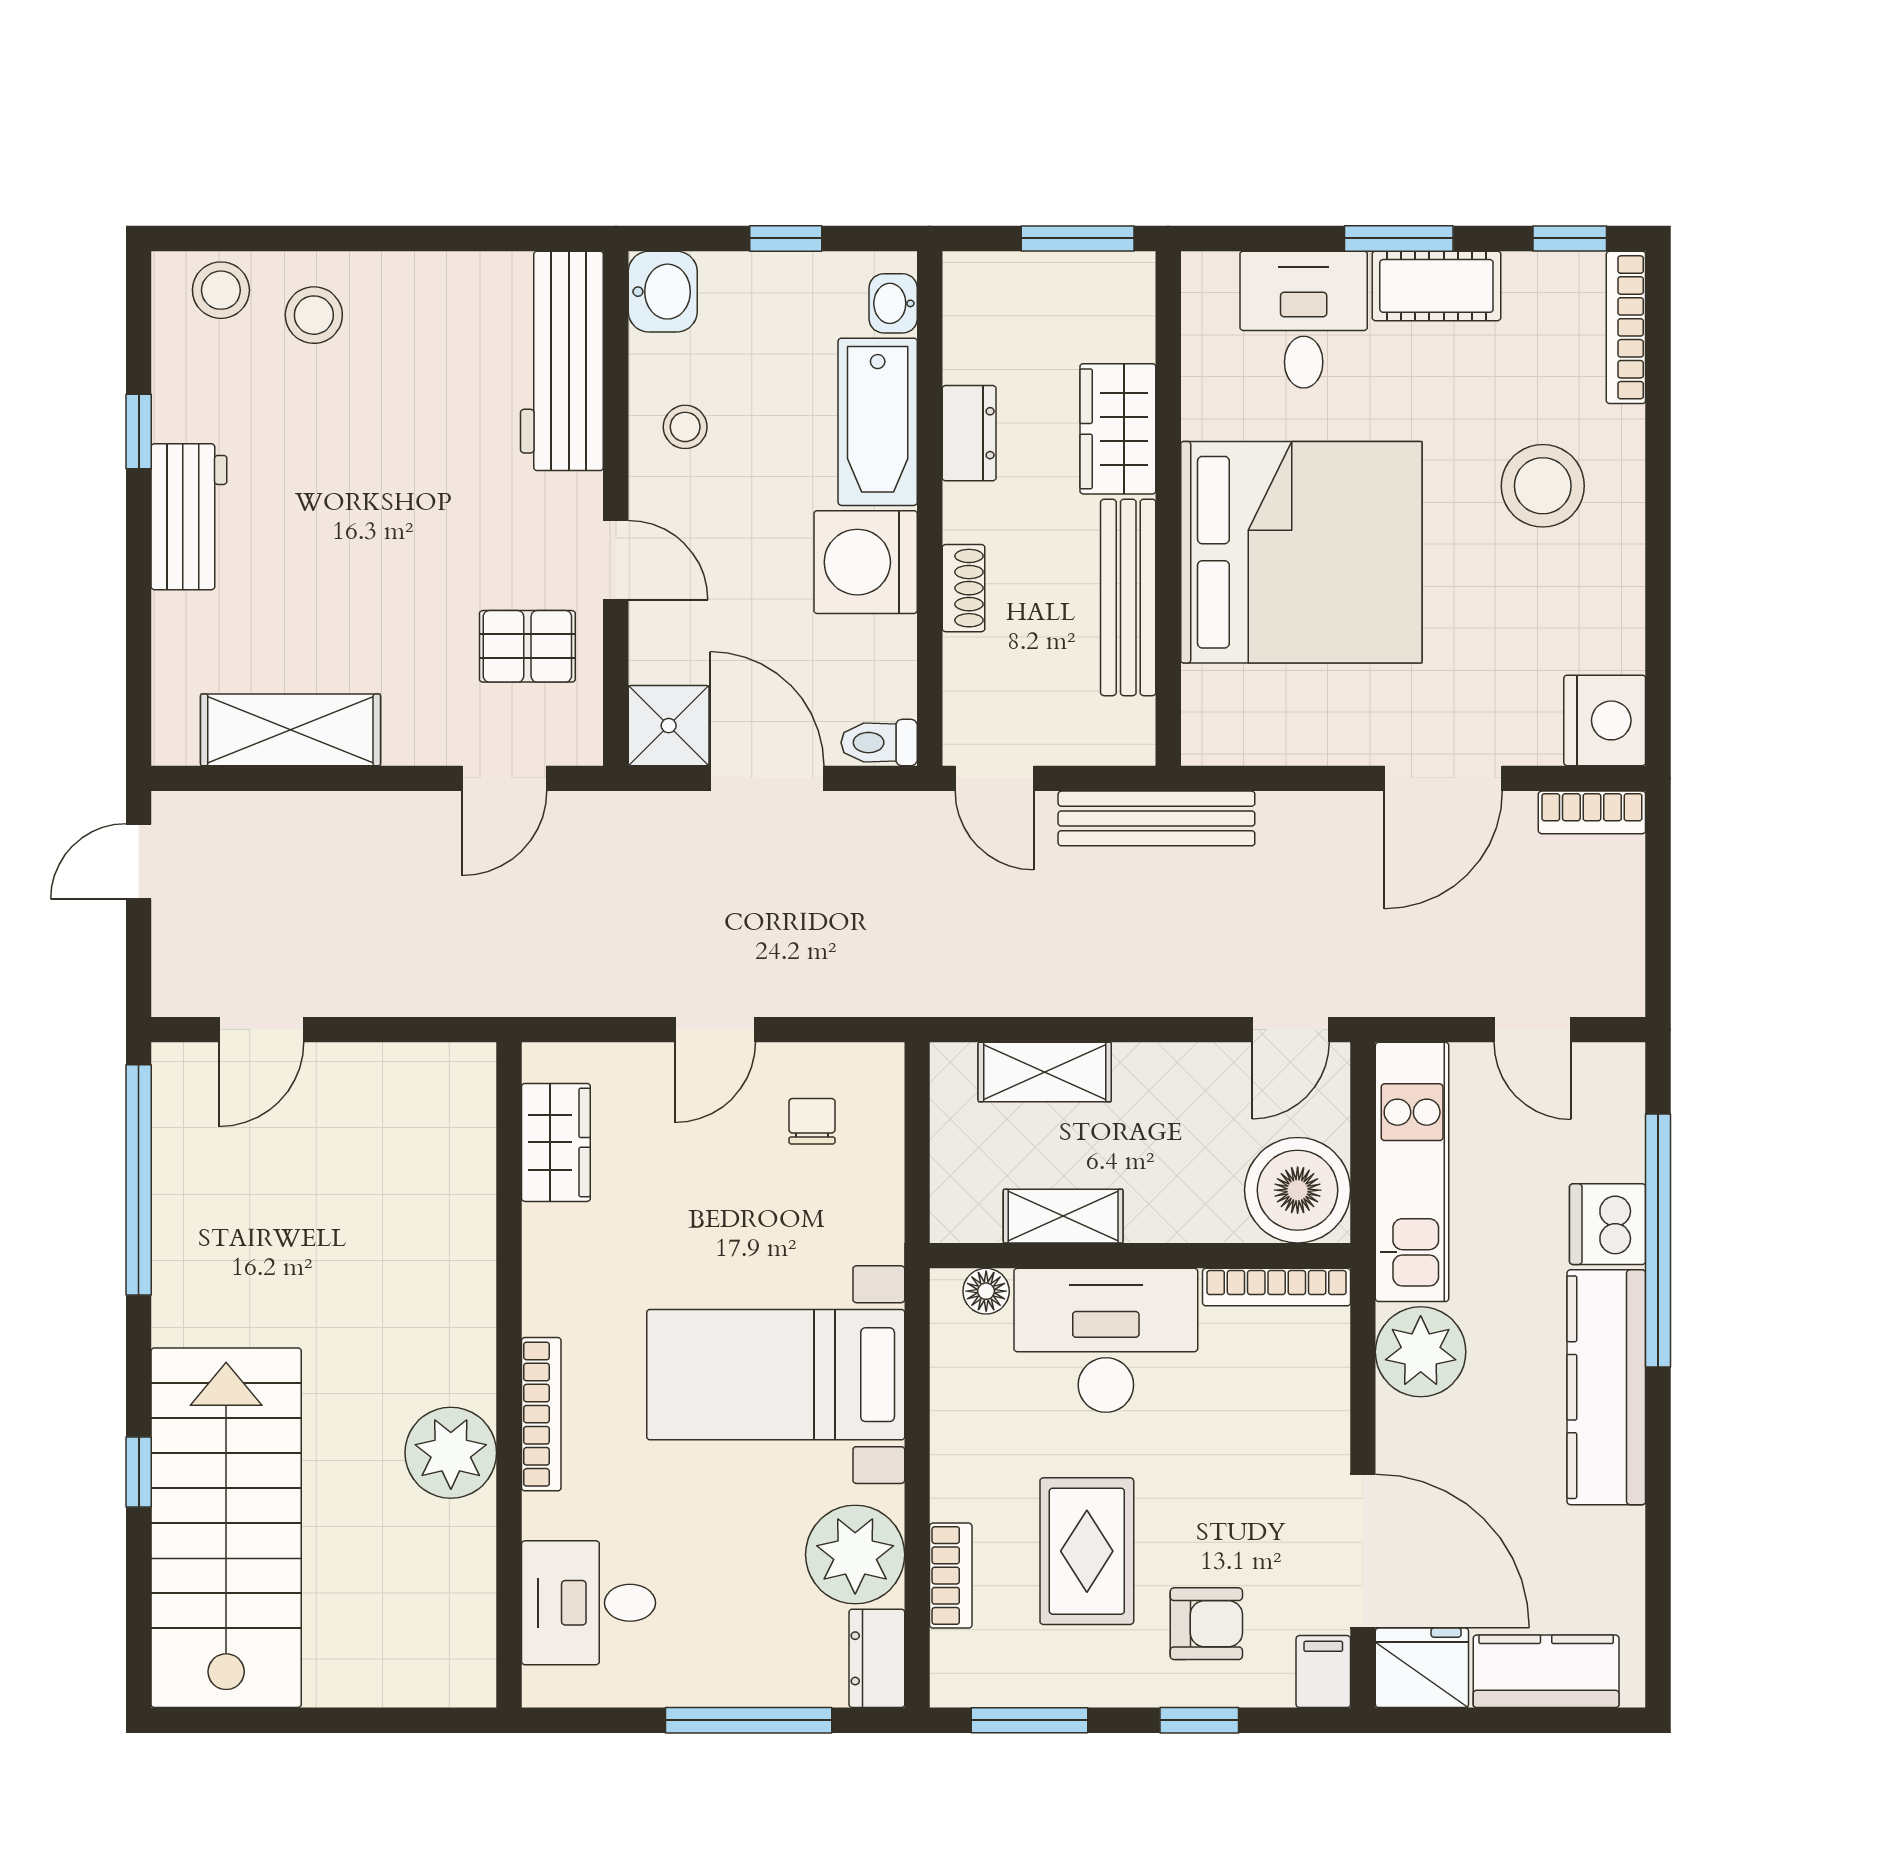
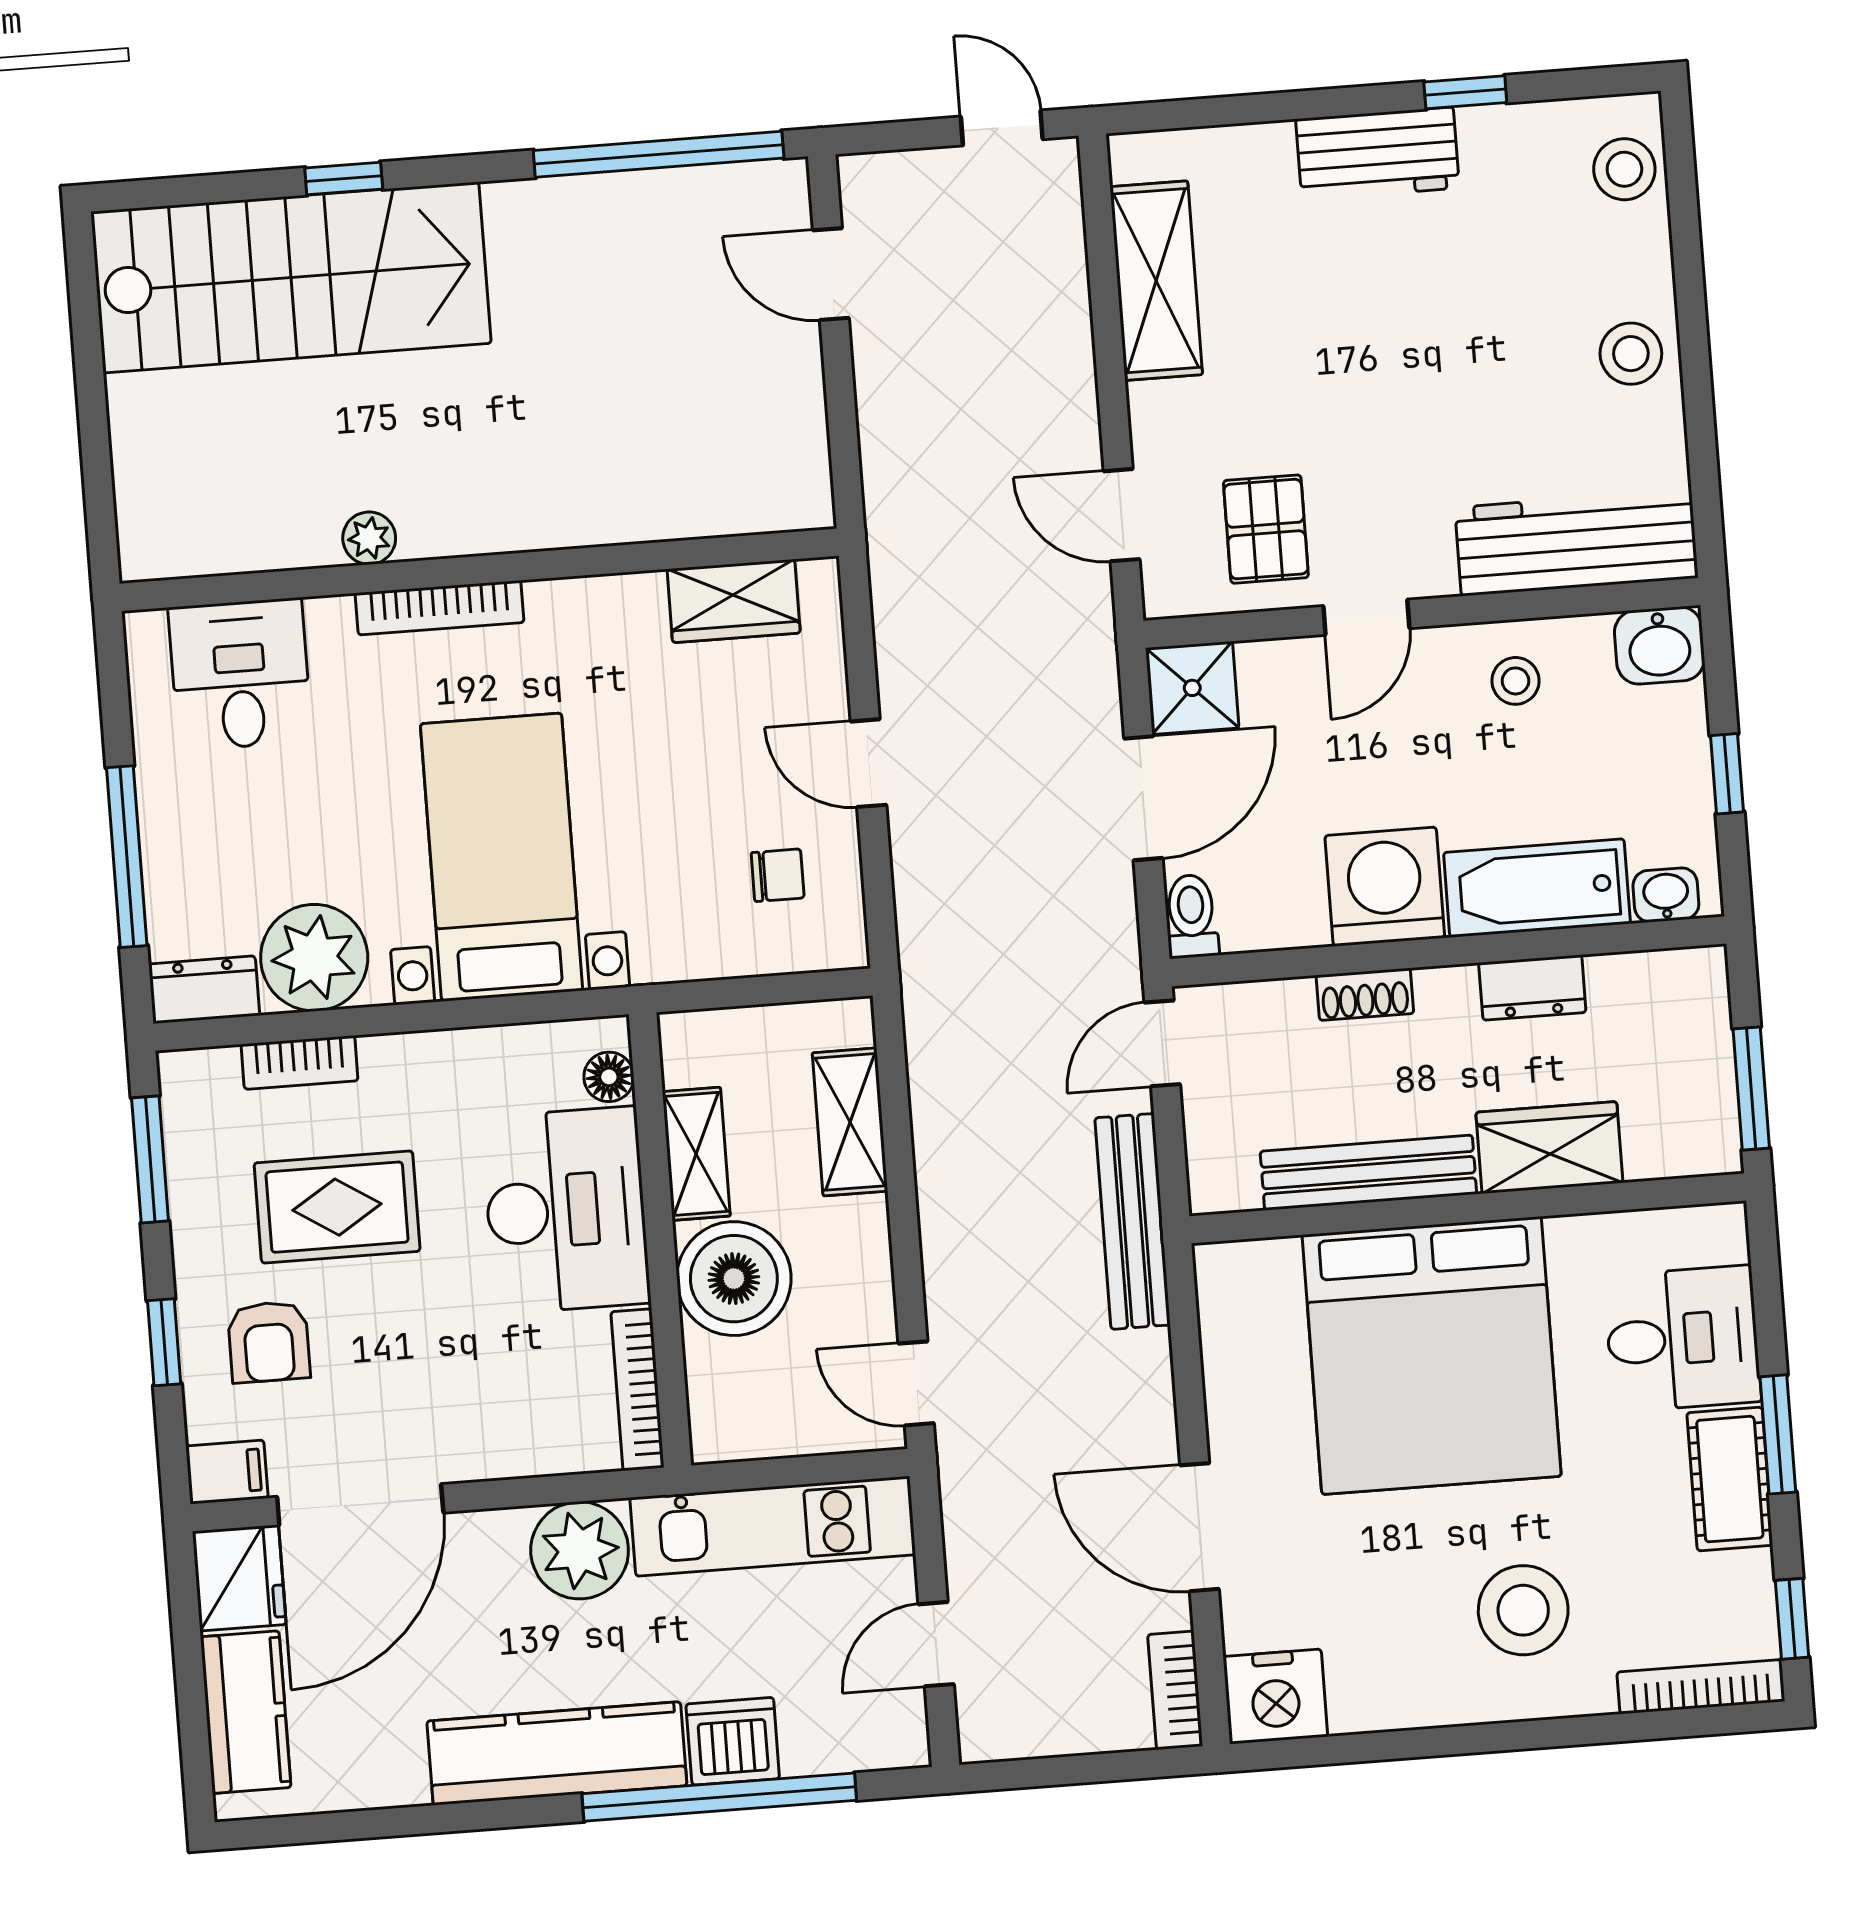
stool: (314, 315) -> (1631, 354), moved
boiler: (1298, 1190) -> (734, 1279), moved
plant: (451, 1453) -> (369, 538), width x0.53, depth x0.53

